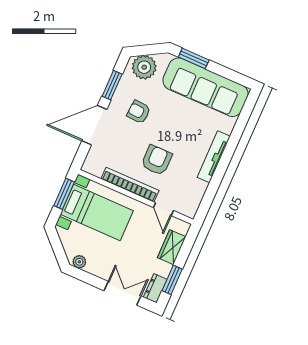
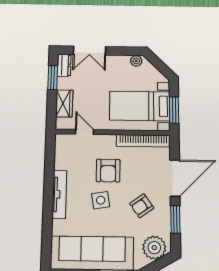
armchair: (139, 112) -> (142, 206), turned 141
side table: (176, 134) -> (101, 200), added
bookcase: (130, 185) -> (143, 141), moved

